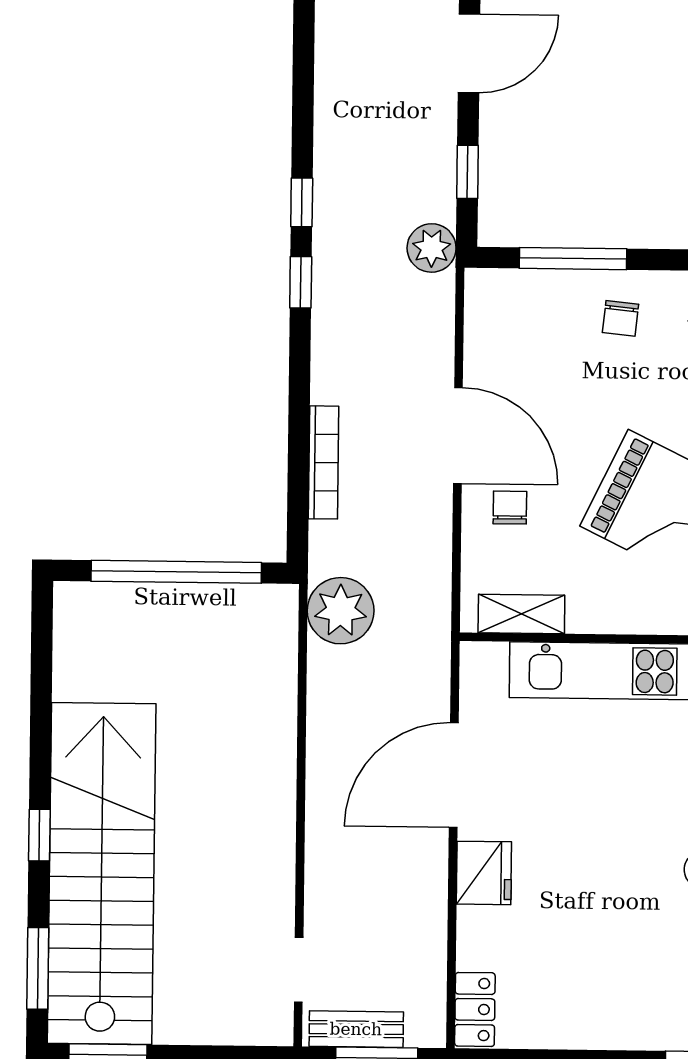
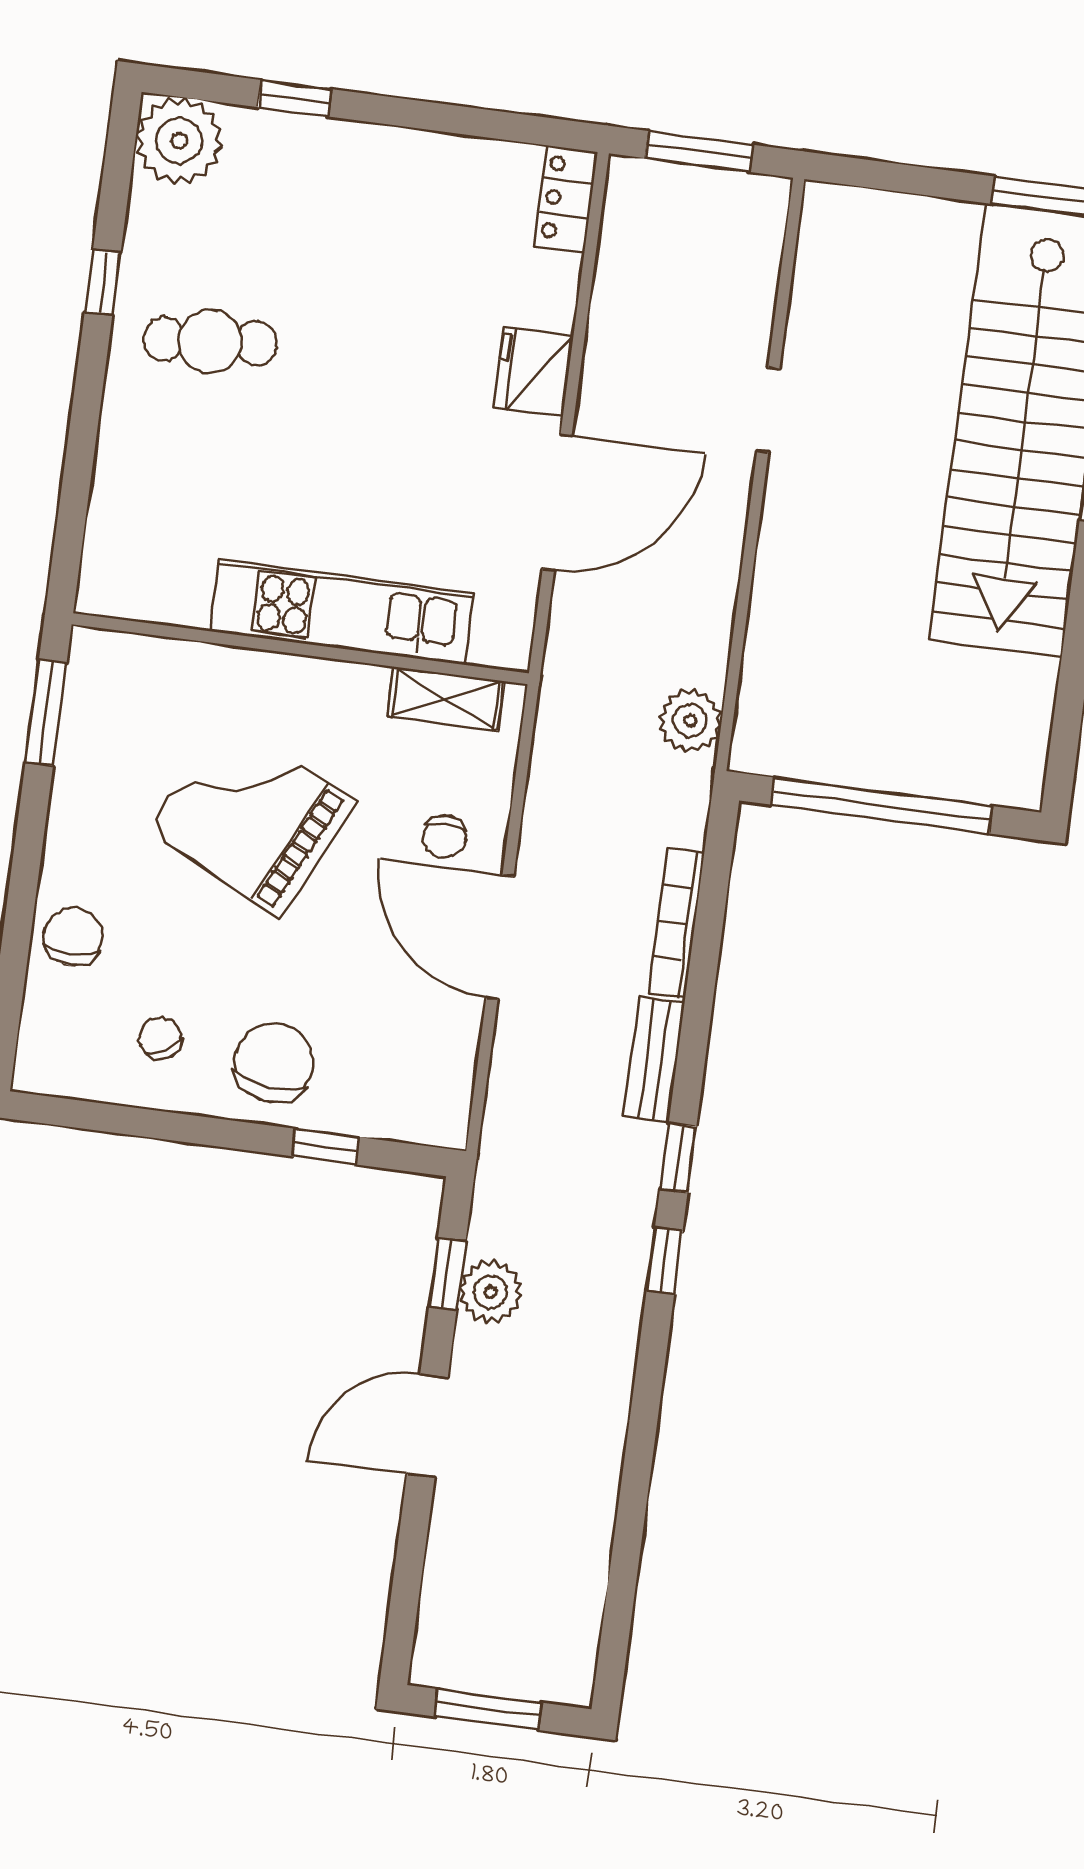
plant: (432, 248) -> (490, 1292), moved
window: (573, 259) -> (325, 1147), width x0.46
chair: (620, 318) -> (274, 1063), width x1.87, depth x1.87
plant: (341, 611) -> (690, 721), width x0.73, depth x0.73
doorway: (299, 970) -> (768, 410), moved
bench: (356, 1029) -> (654, 1059), moved, turned 90

